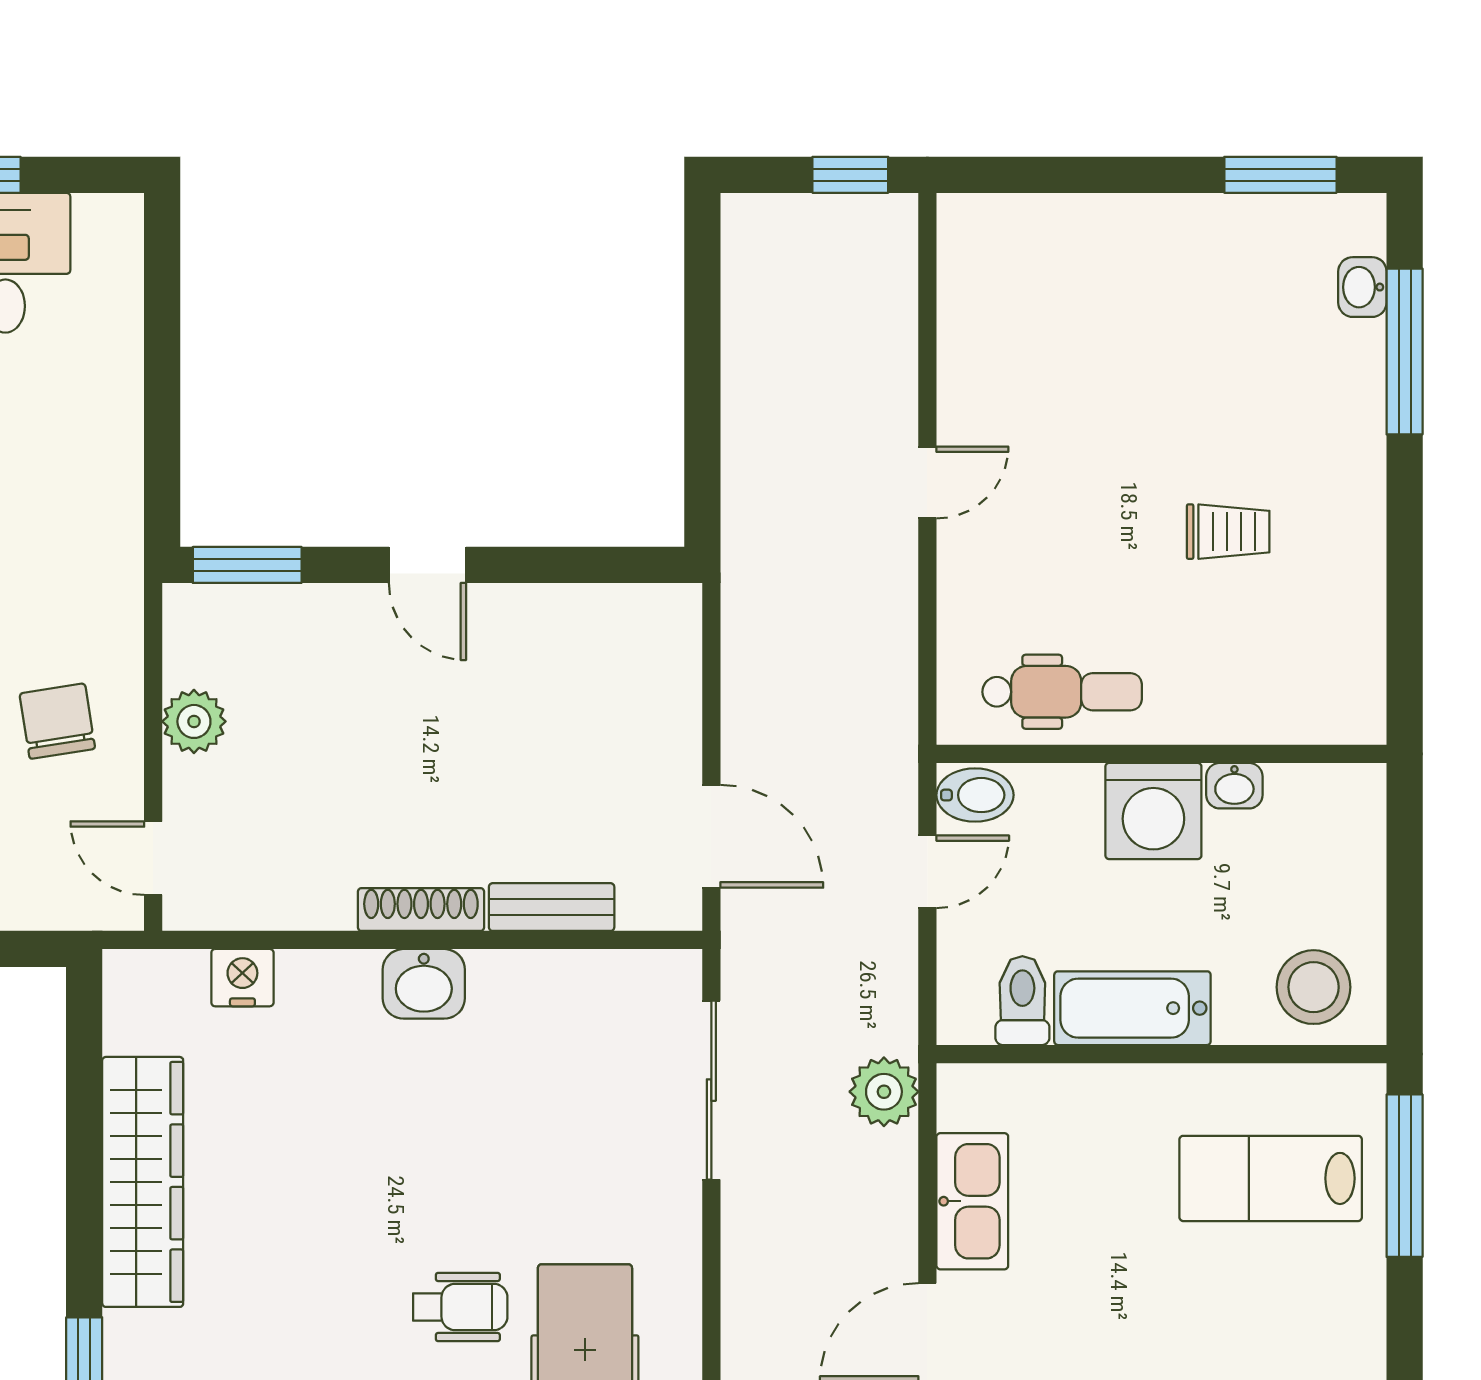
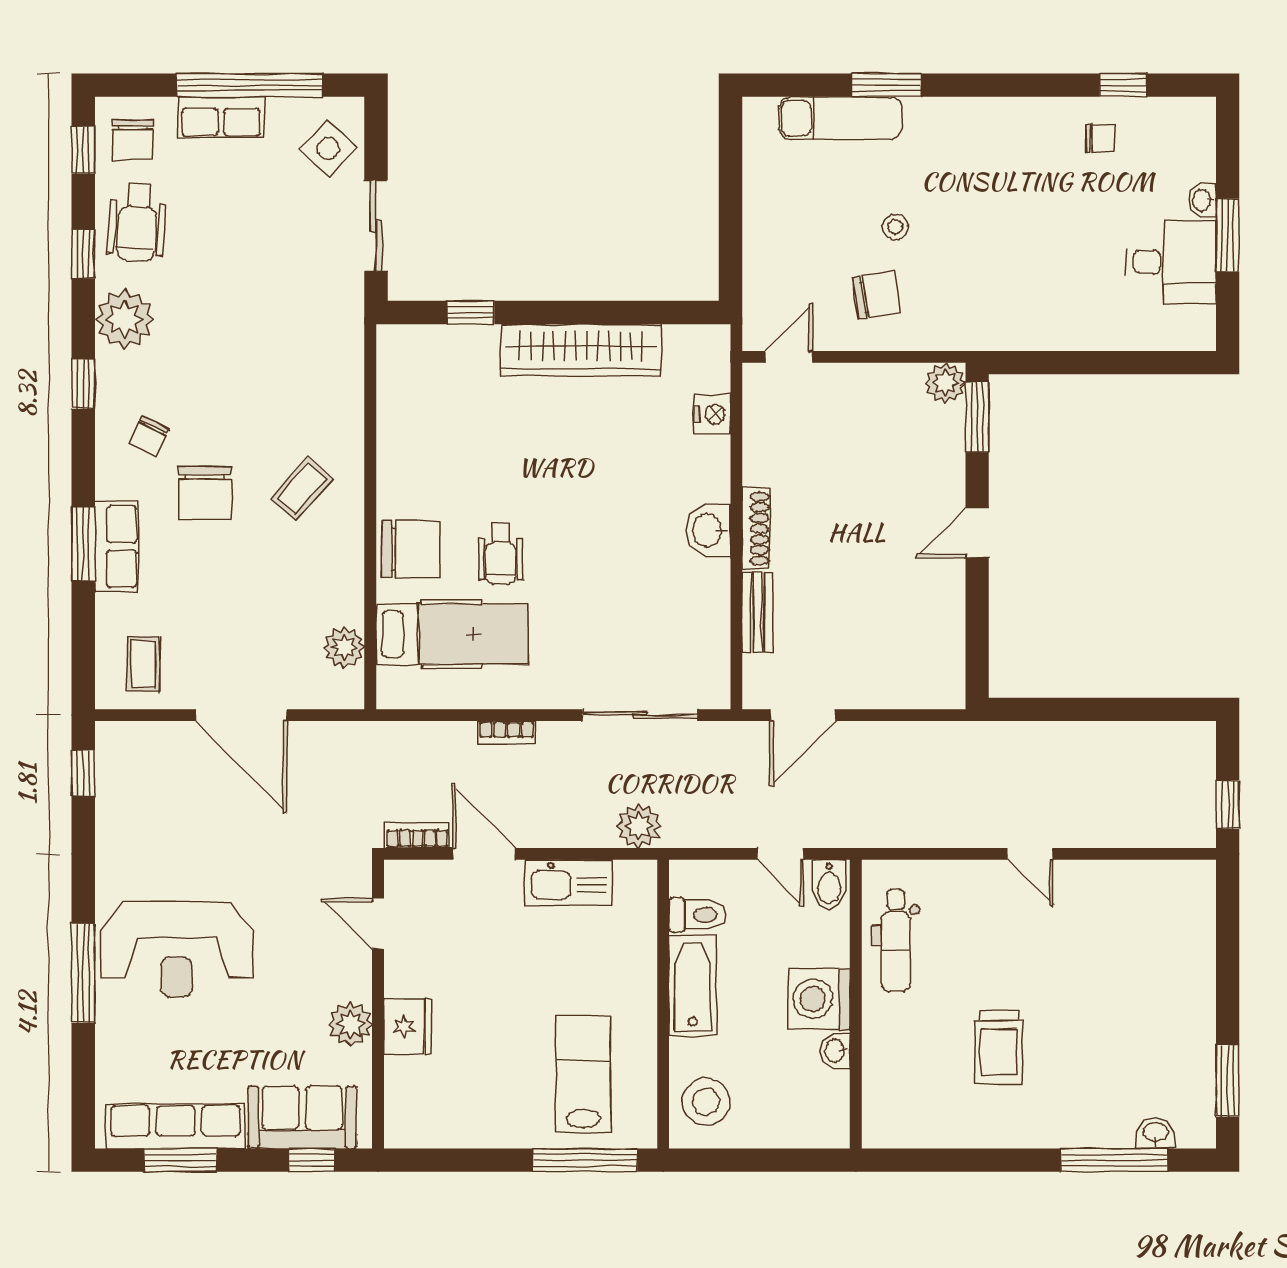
trolley: (1228, 532) -> (999, 1047), width x1.36, depth x1.39
plant: (194, 721) -> (945, 383), moved
bookcase: (738, 1298) -> (507, 732), added

